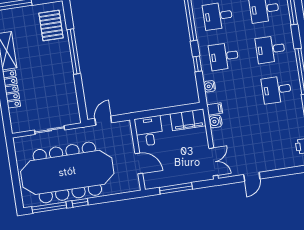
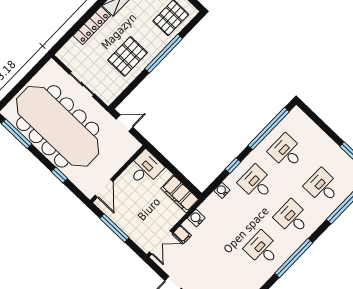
pallet: (55, 80) -> (128, 56), added
filing cabinet: (215, 109) -> (182, 234), moved
door: (139, 163) -> (104, 188), moved
window: (80, 203) -> (59, 175), moved

